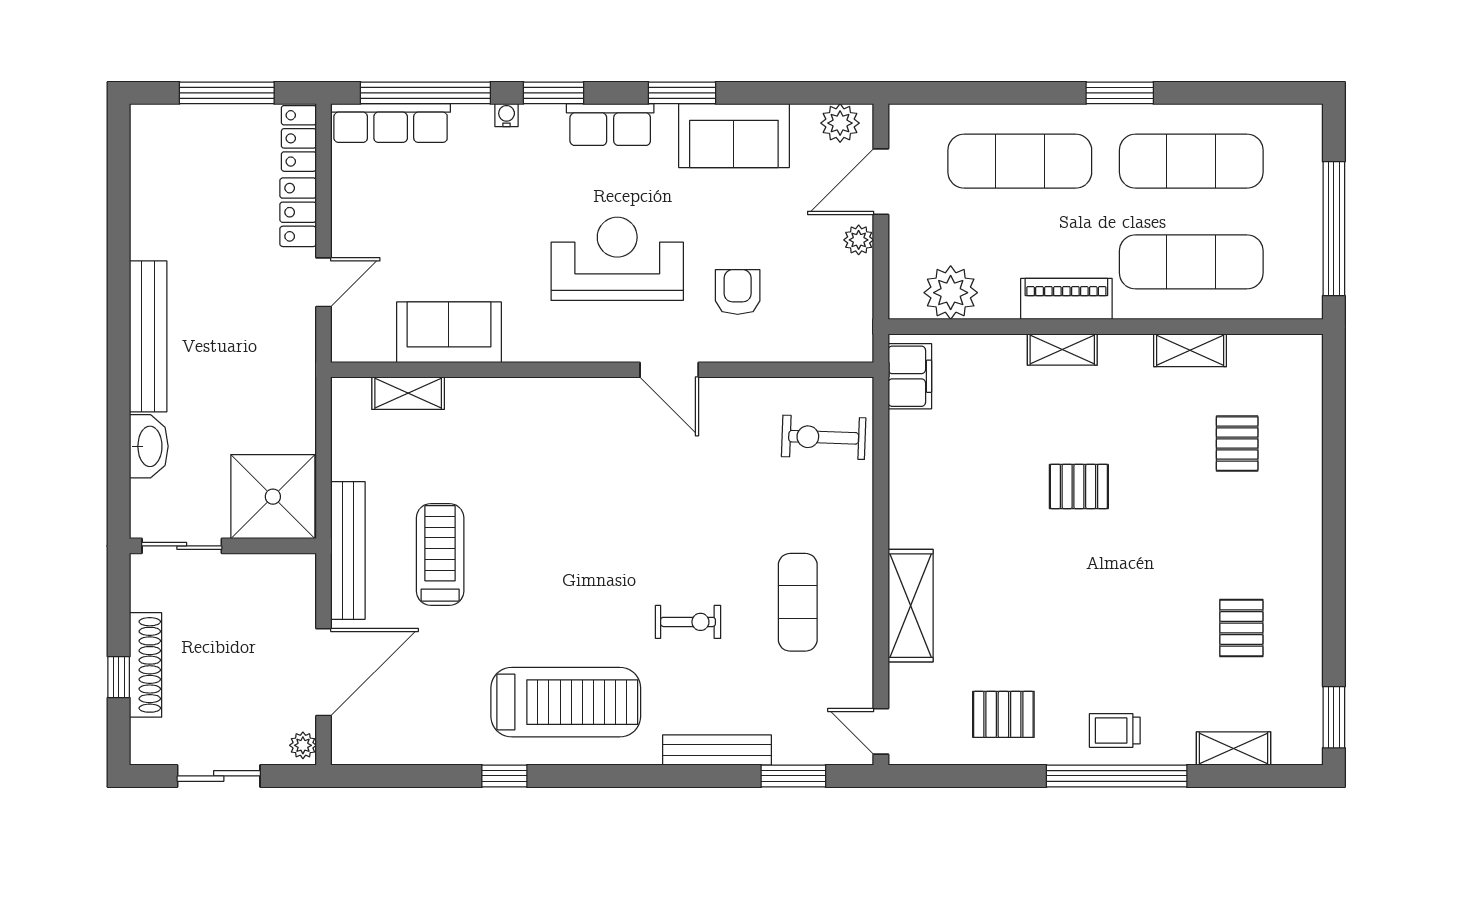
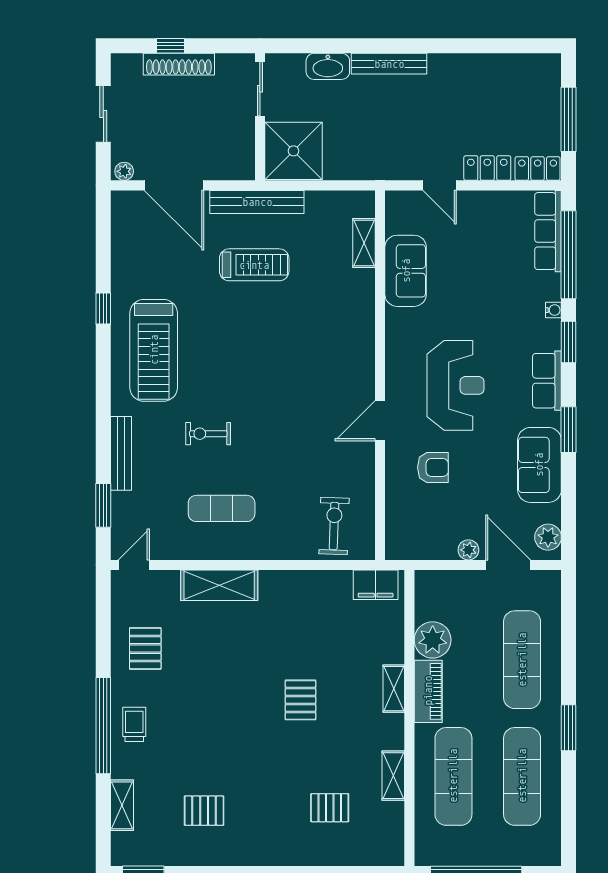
plant: (951, 293) -> (433, 640), moved
bench: (148, 336) -> (389, 64), width x0.73, depth x0.82
exercise bike: (688, 622) -> (208, 434), turned 90

